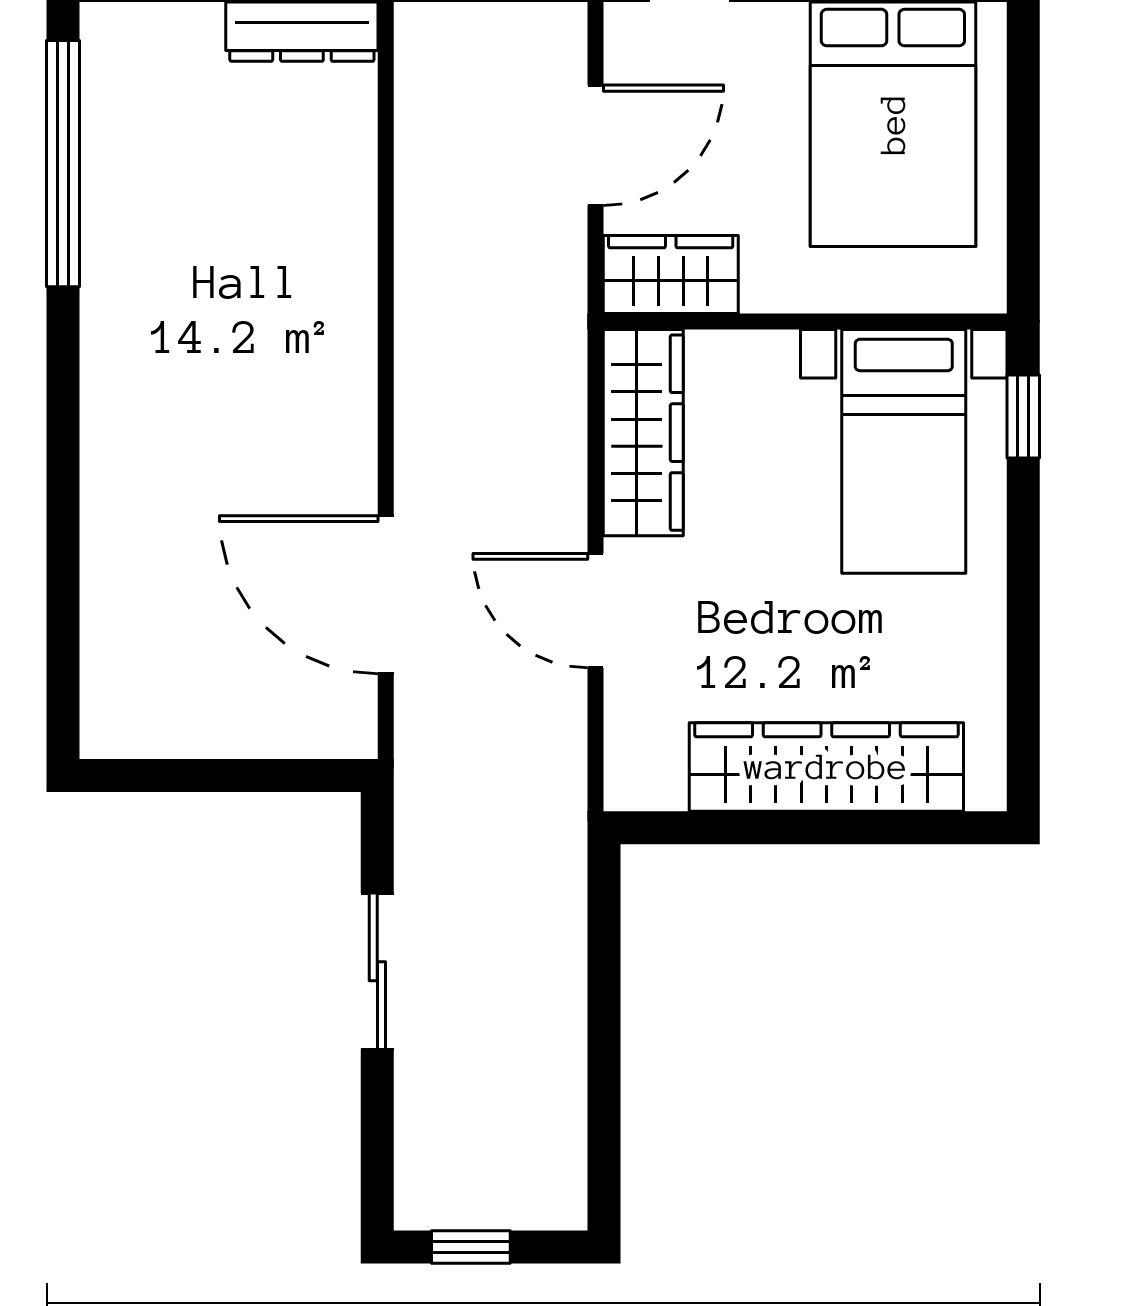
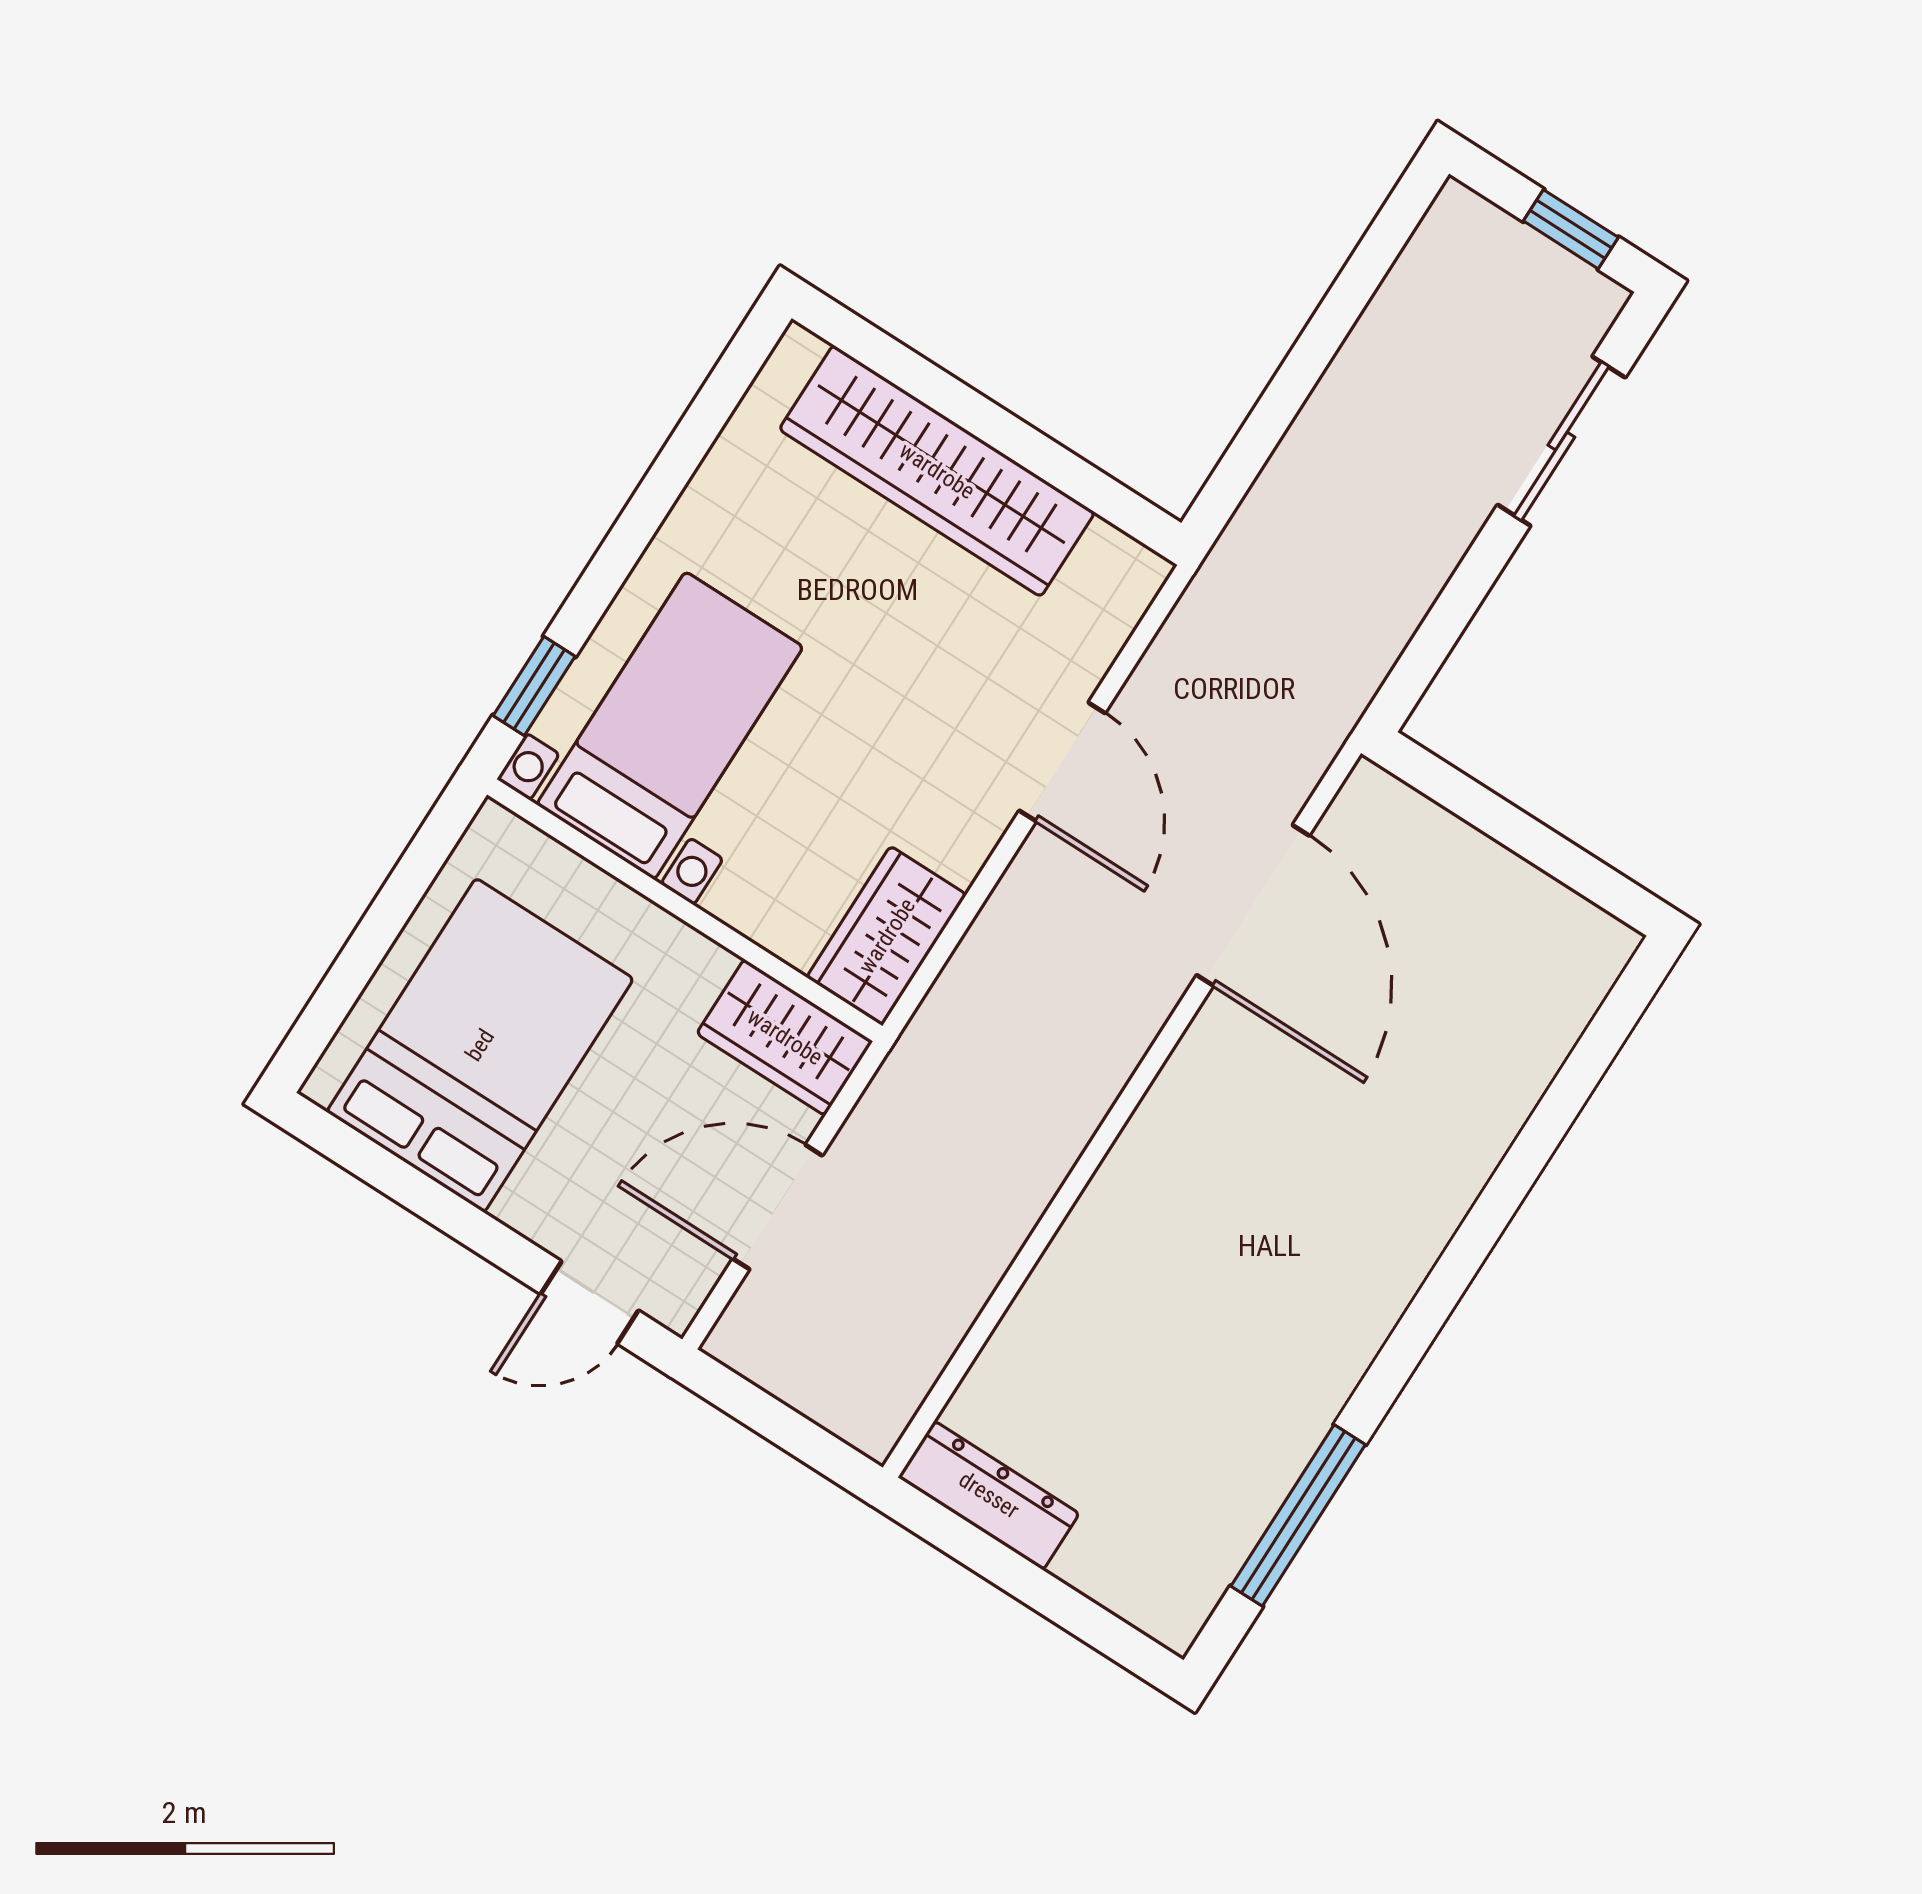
window: (63, 164) -> (1298, 1515), width x0.68
wardrobe: (643, 433) -> (887, 936), width x0.67
sliding door: (377, 971) -> (1561, 441), moved

